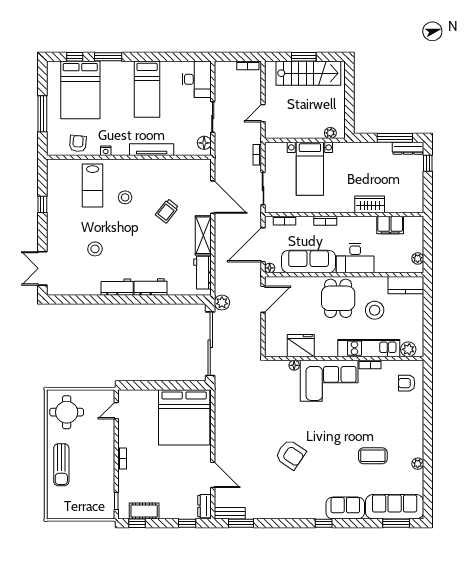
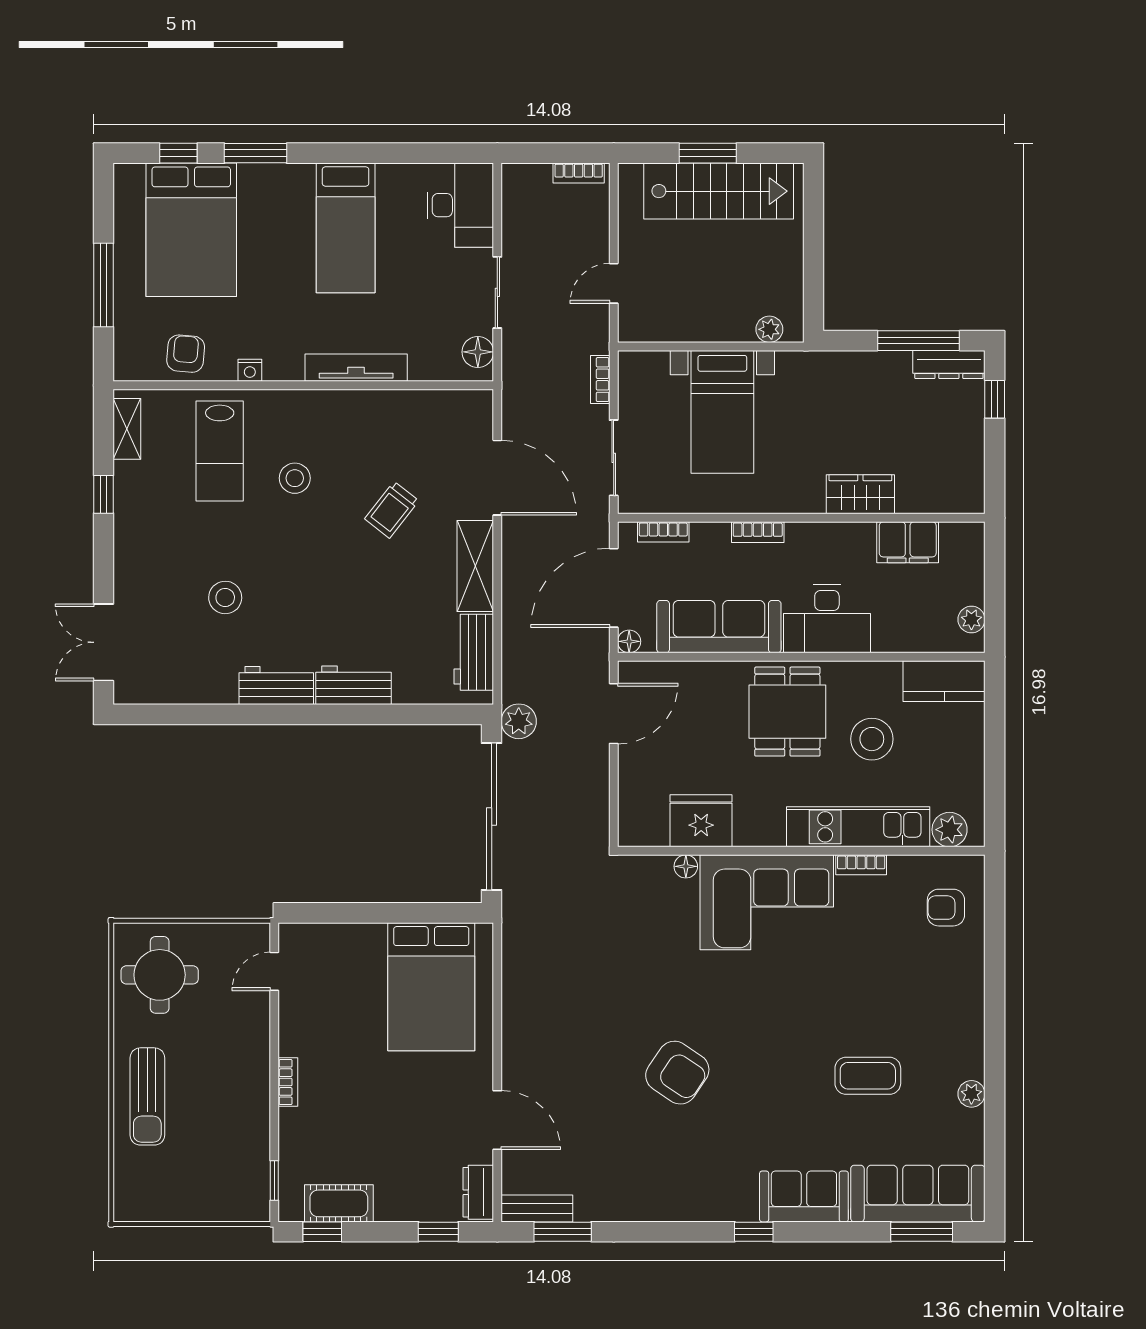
shelving: (53, 176) -> (127, 429), added
bed: (184, 417) -> (431, 987), width x0.73

